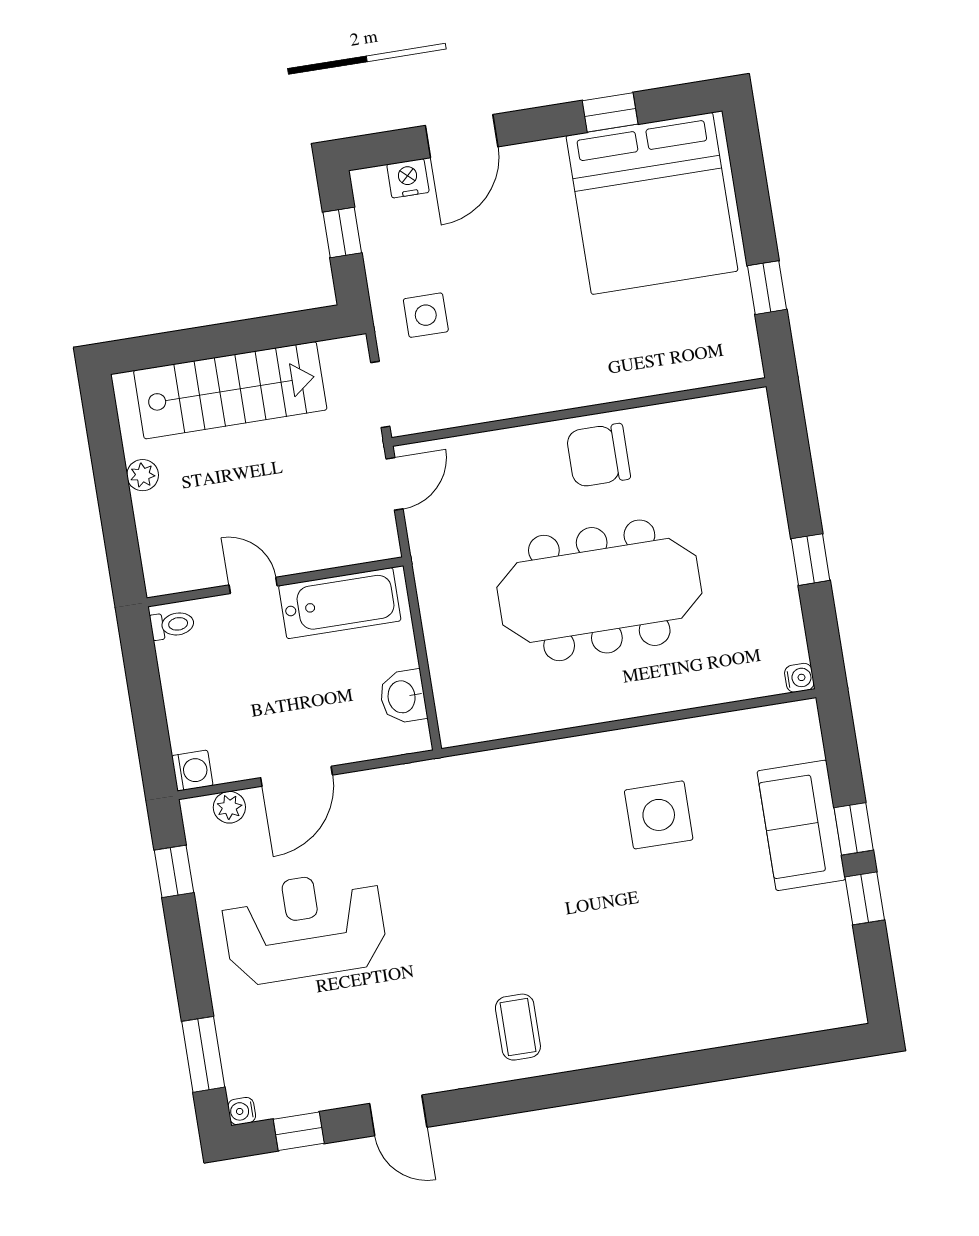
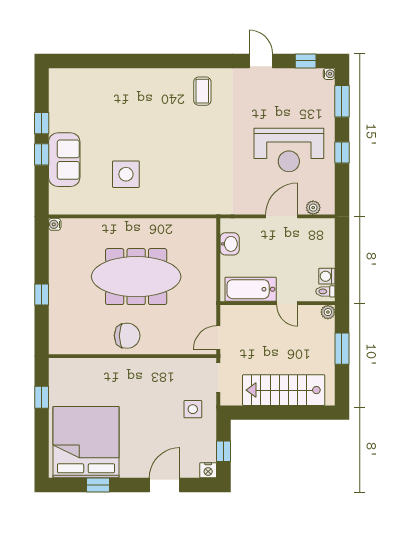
nightstand: (408, 178) -> (208, 470), moved
plant: (143, 475) -> (328, 312), moved
window: (115, 503) -> (342, 349), added
window: (810, 560) -> (42, 295), moved
washing machine: (192, 771) -> (327, 276), moved
window: (174, 871) -> (342, 152), moved

